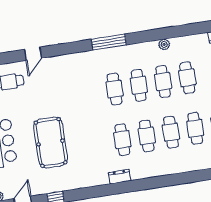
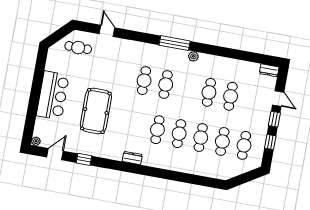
plant: (164, 44) -> (193, 56), moved
door: (33, 54) -> (107, 31), swing flipped
cafe table: (139, 85) -> (144, 81), moved
dresser: (120, 177) -> (132, 158), moved

